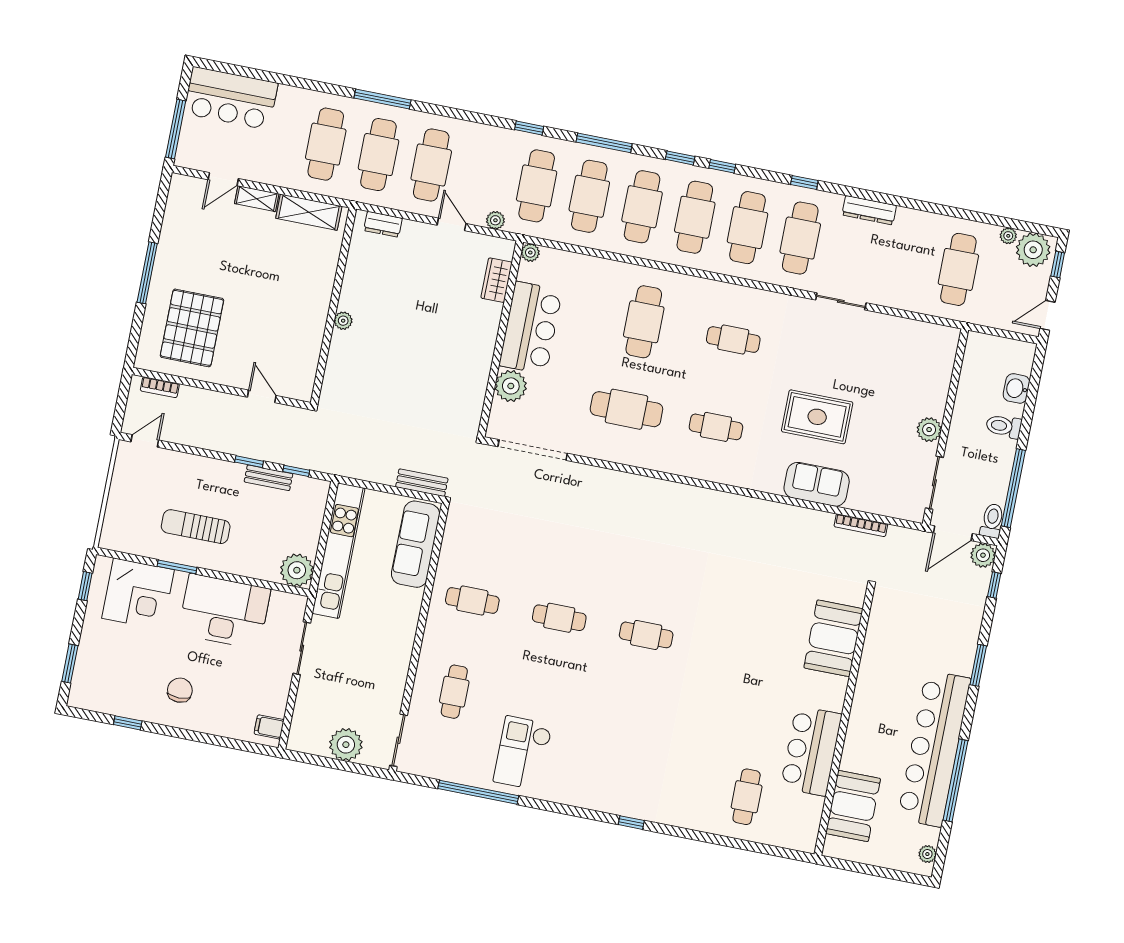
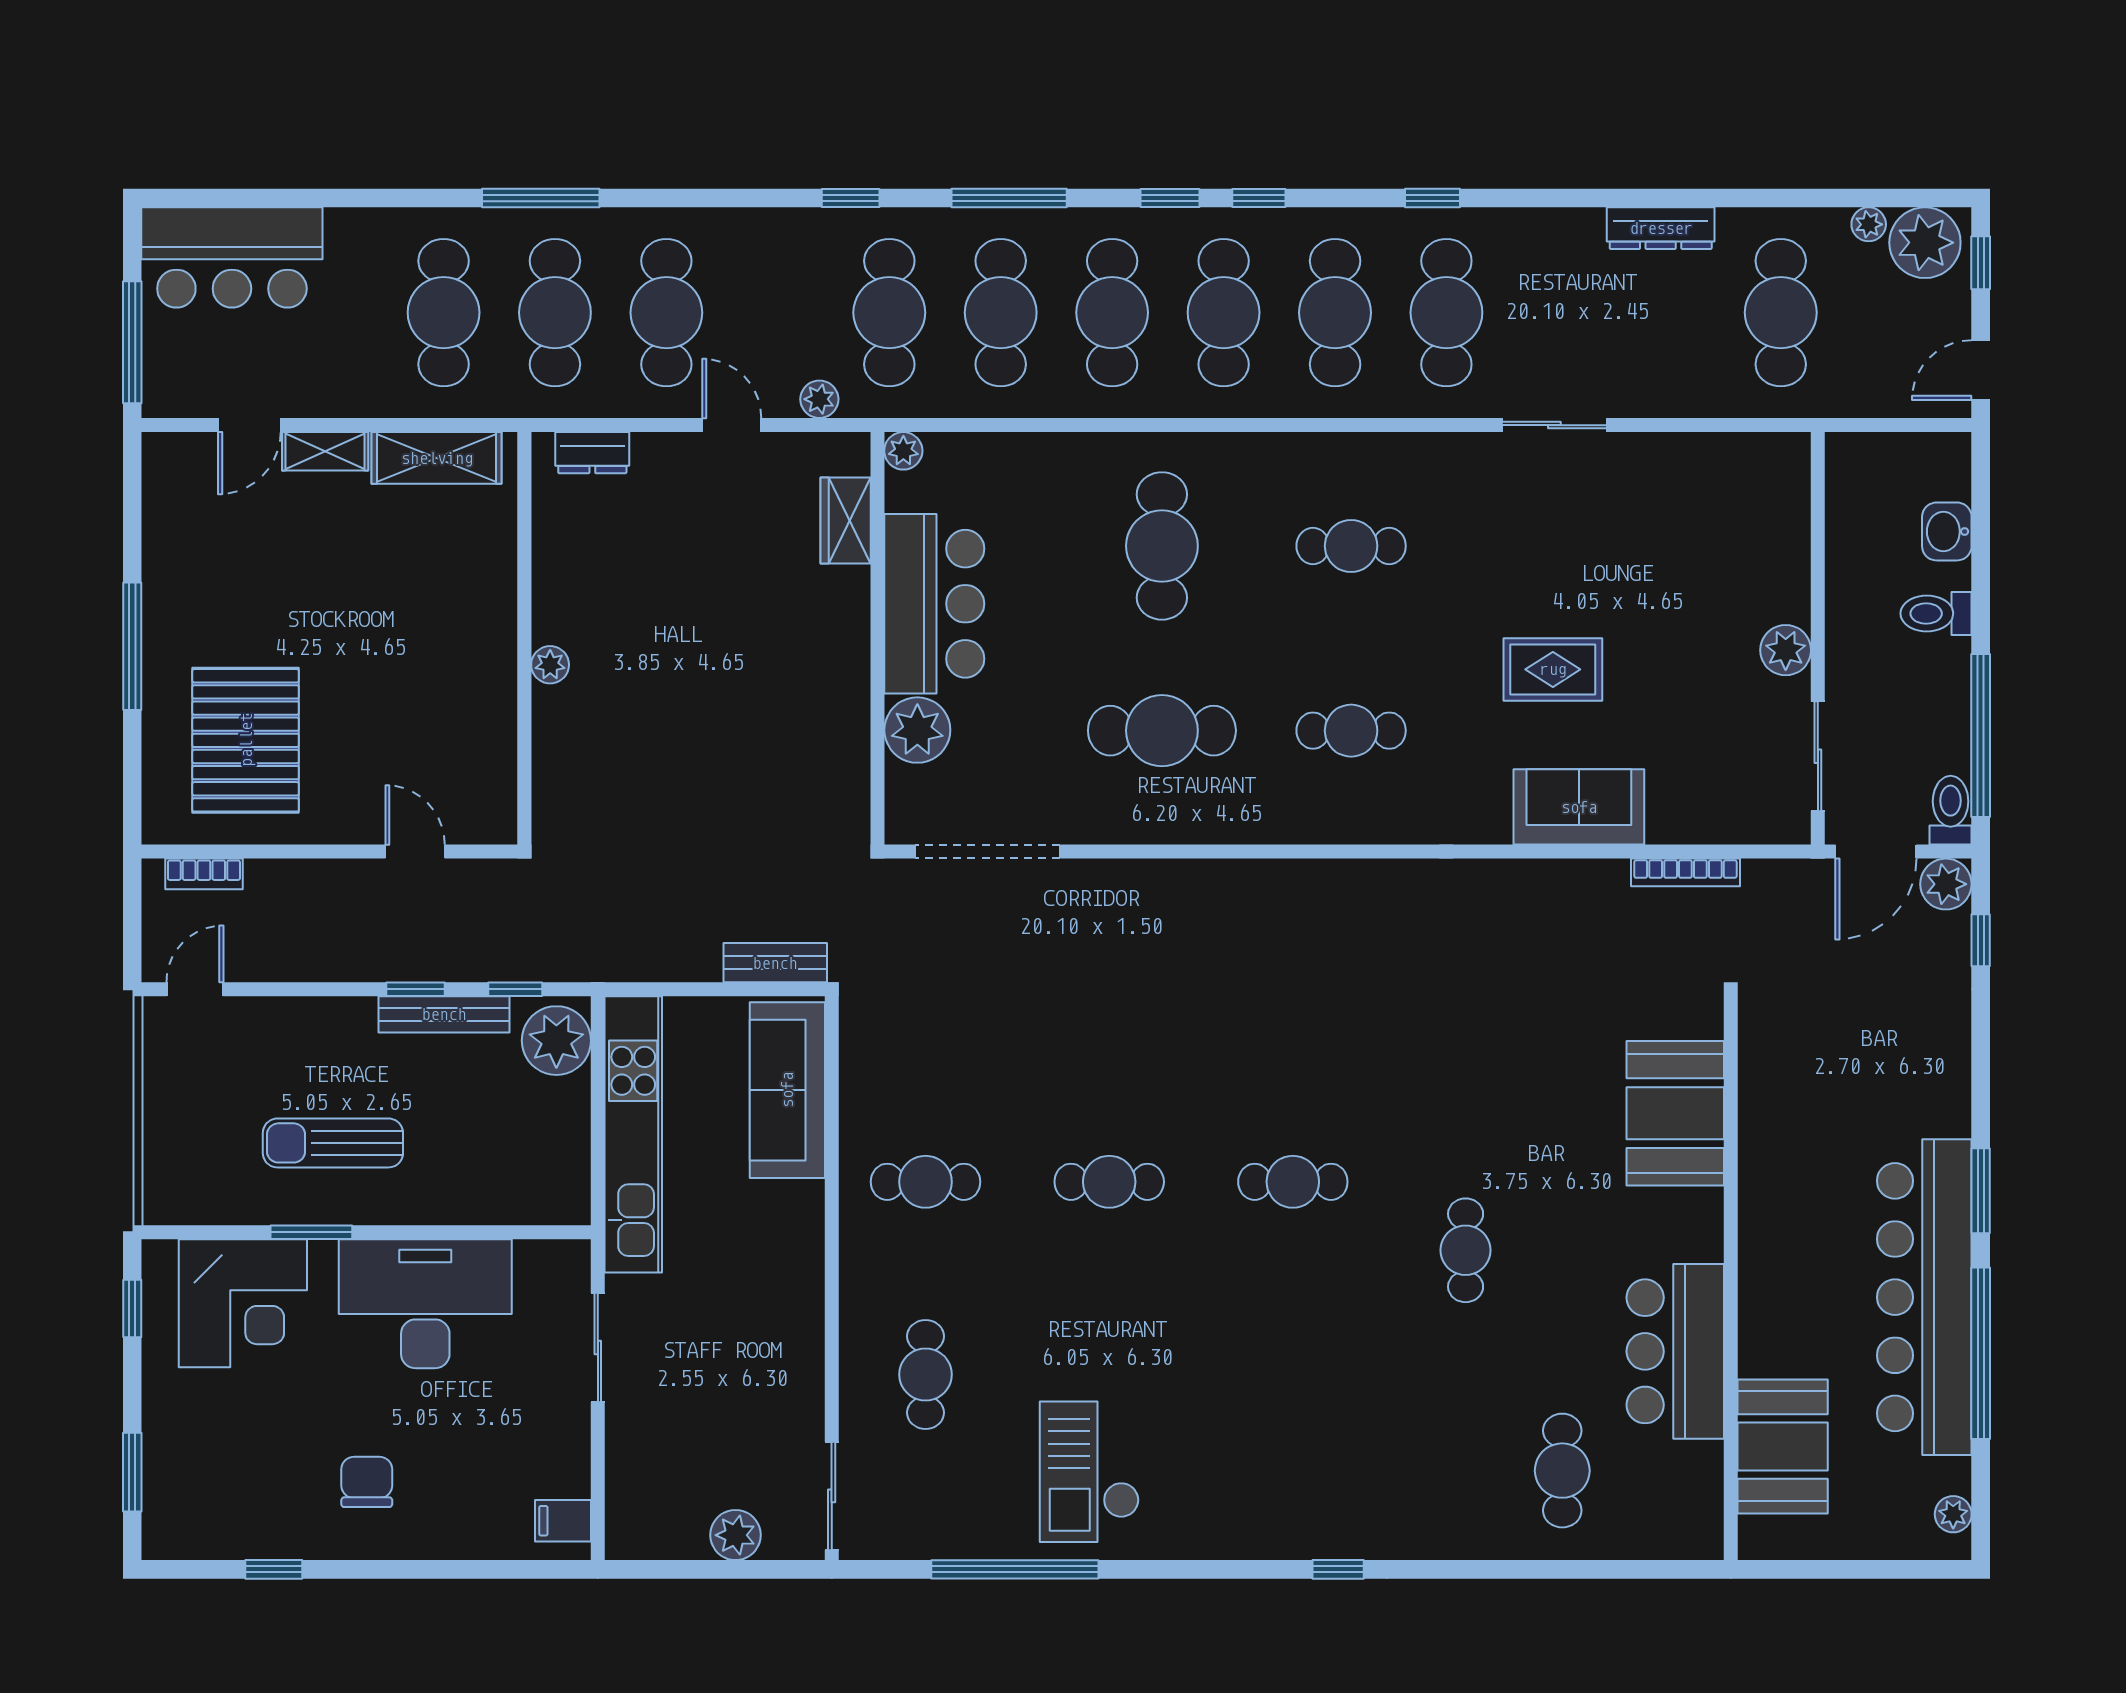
dresser: (869, 210) -> (1661, 228), moved
rug: (817, 417) -> (1553, 669), width x0.73, depth x0.70
bench: (268, 478) -> (444, 1014), width x1.36
plant: (297, 570) -> (556, 1041), moved
window: (978, 665) -> (1981, 1191), moved
cafe table: (721, 683) -> (1466, 1250), added
plant: (346, 745) -> (735, 1535), width x0.73, depth x0.73

